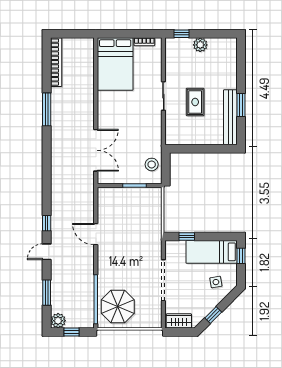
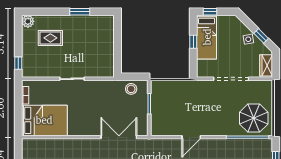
plant: (200, 45) -> (28, 21), moved
rug: (195, 102) -> (50, 38), moved
bench: (230, 117) -> (90, 21), removed
window: (187, 236) -> (193, 42), moved
side table: (216, 282) -> (248, 39), moved

